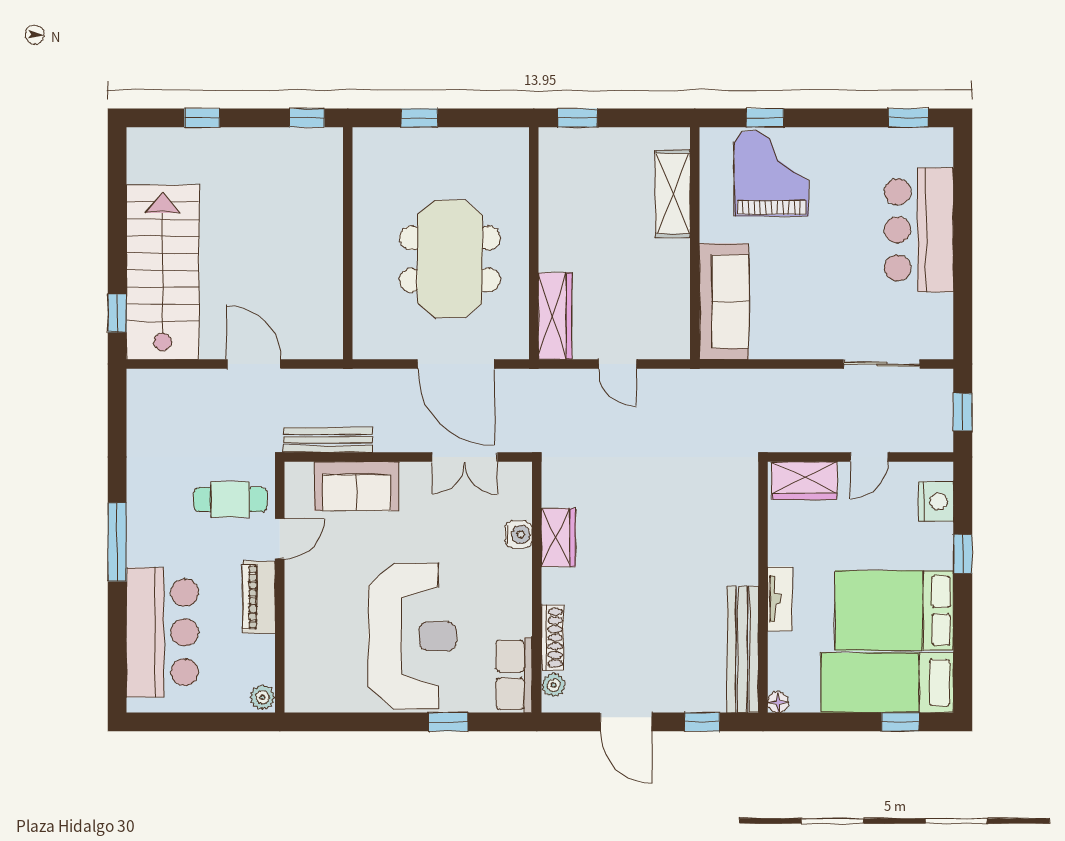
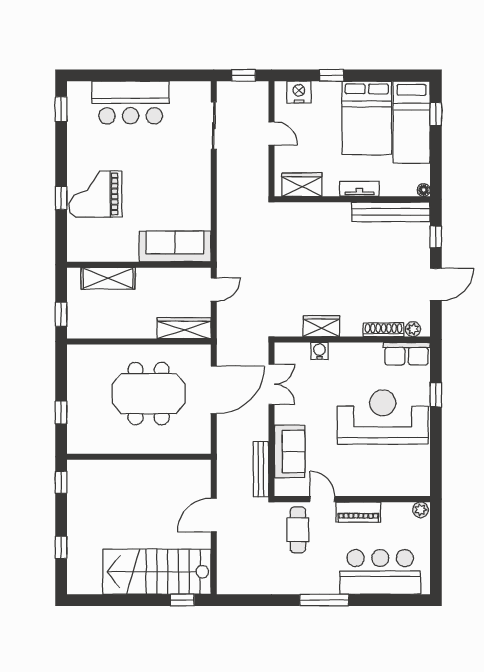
shelving: (673, 194) -> (108, 278), moved
wall: (695, 243) -> (139, 265), moved
sofa: (724, 301) -> (175, 246), moved
wardrobe: (804, 481) -> (302, 185), moved, turned -90

